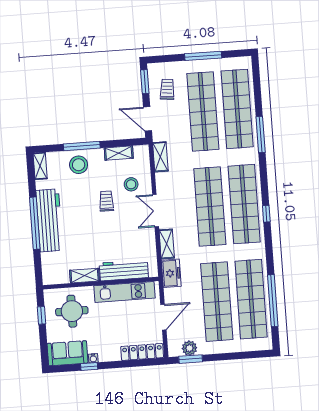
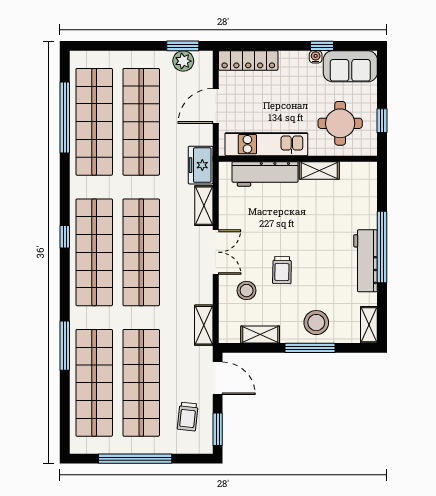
window: (203, 56) -> (135, 459), width x1.46
workbench: (49, 220) -> (366, 261), width x0.73, depth x0.76

